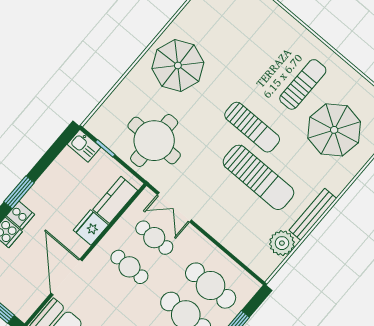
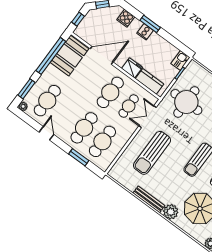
sun lounger: (258, 177) -> (152, 153), moved
cooker: (20, 215) -> (145, 32), moved
plant: (282, 243) -> (171, 212), moved
cafe table: (129, 267) -> (110, 92), width x1.37, depth x1.35

